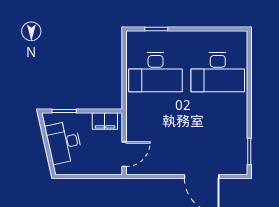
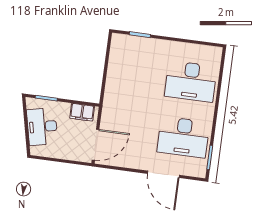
desk: (156, 72) -> (183, 137), moved
door: (124, 154) -> (95, 145), width x1.36

